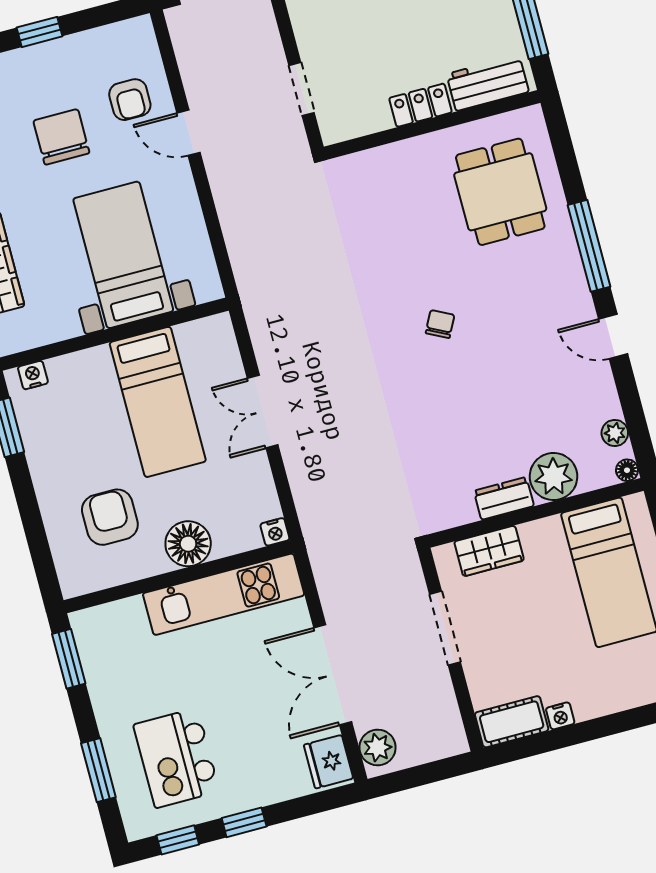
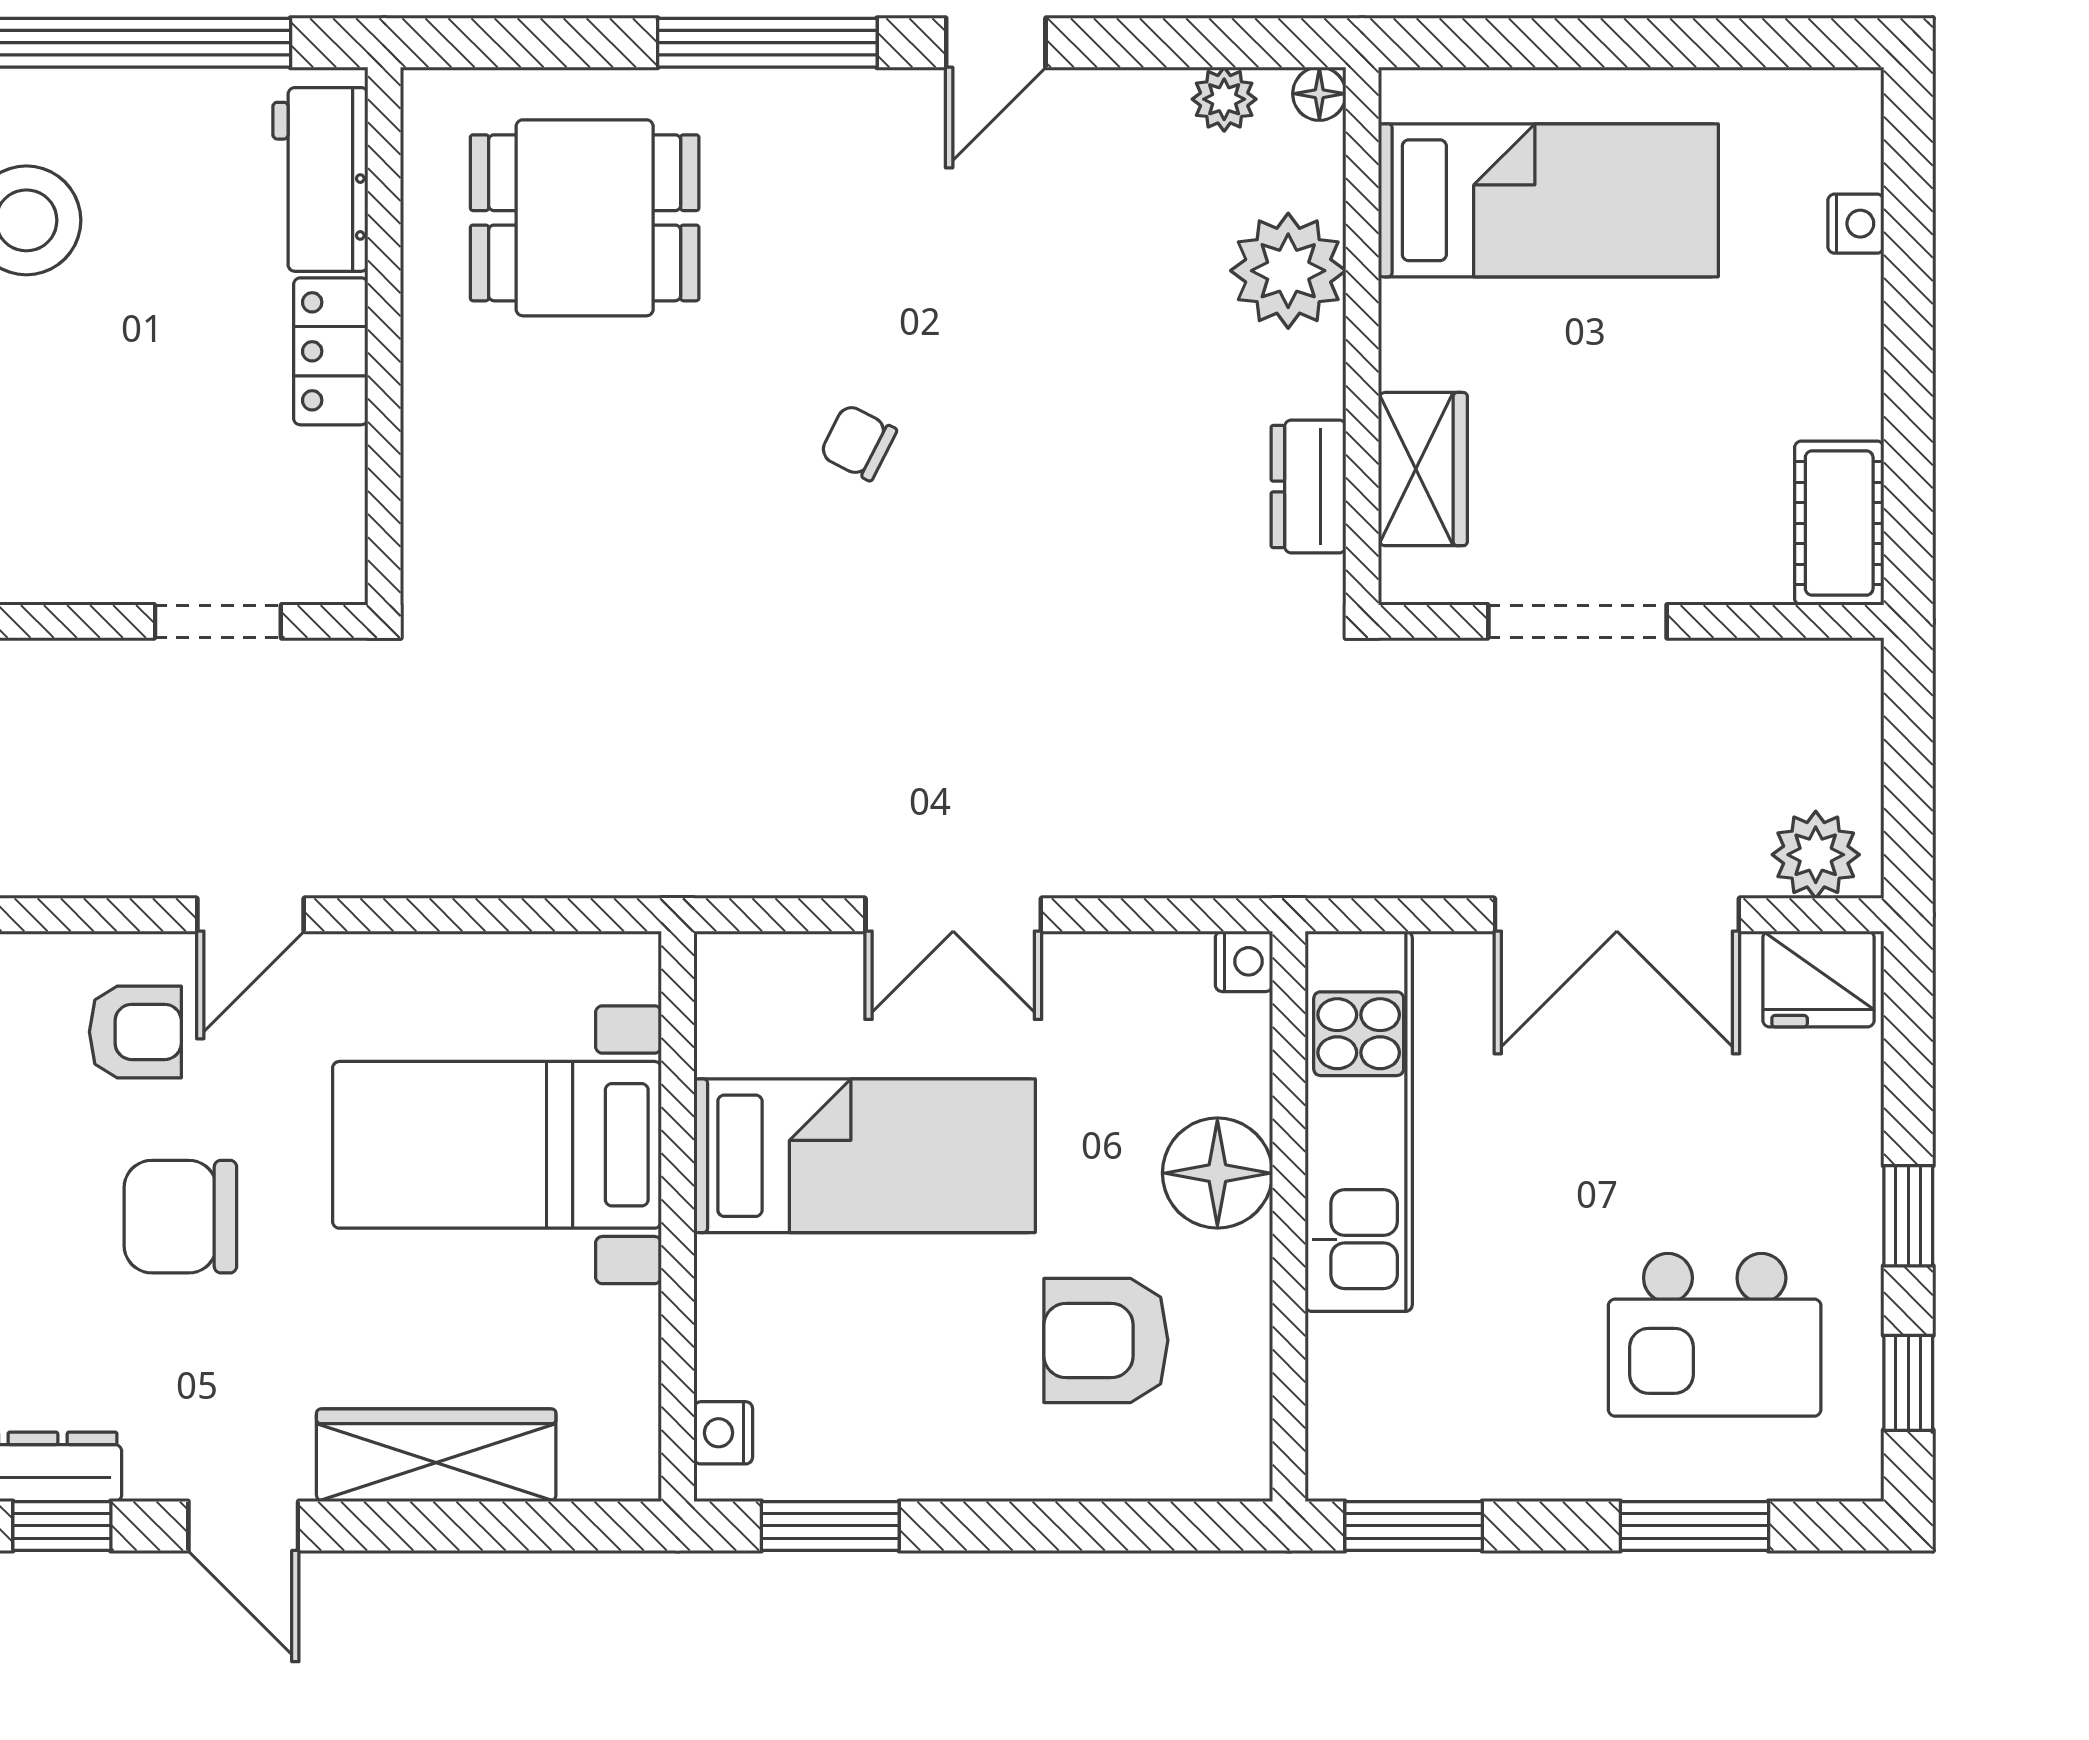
dresser: (504, 498) -> (1309, 487), moved
nightstand: (560, 716) -> (1856, 224), moved

